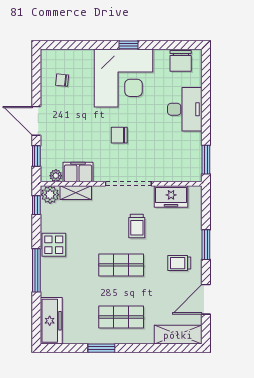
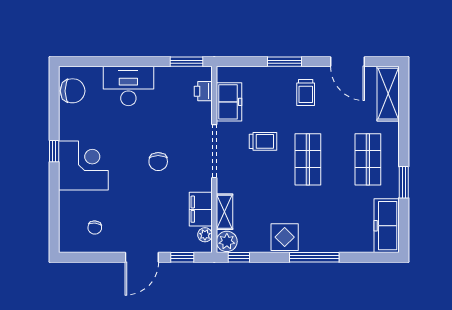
corner desk: (124, 78) -> (83, 166), width x0.74, depth x0.74
printer: (180, 174) -> (203, 91), added
freezer: (51, 321) -> (387, 226), moved, turned -90

